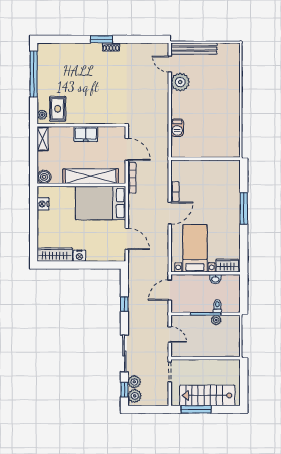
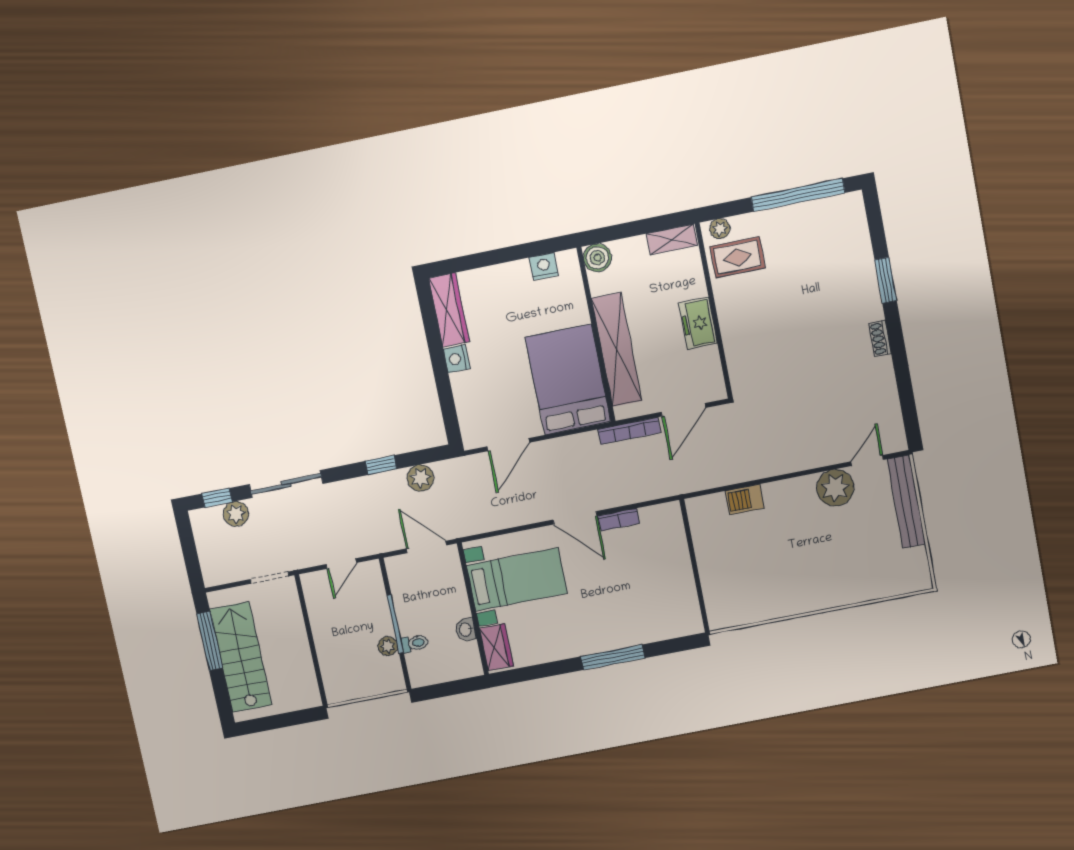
window: (101, 39) -> (886, 280), moved
plant: (135, 396) -> (420, 478), moved

